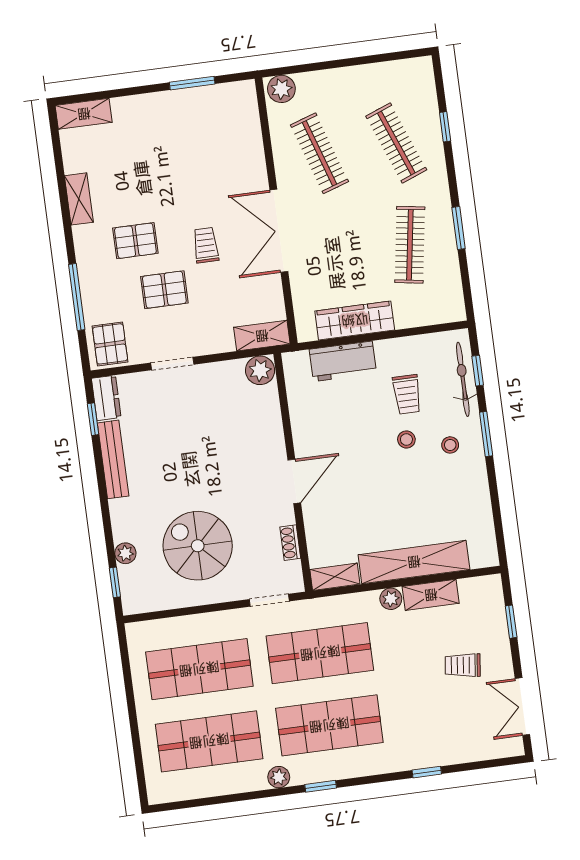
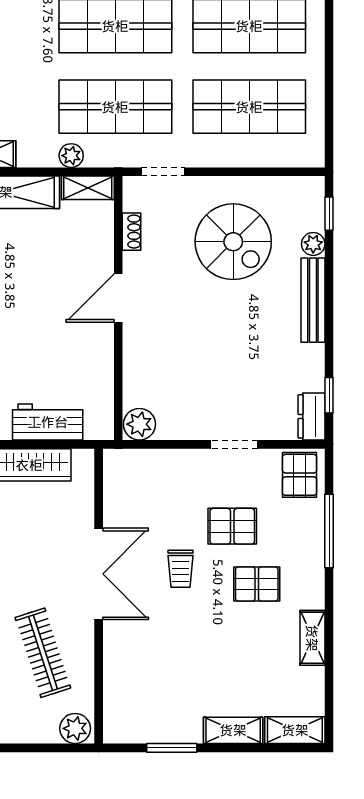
shelving: (262, 336) -> (233, 730), moved
bench: (113, 459) -> (313, 300), moved
plant: (391, 599) -> (71, 156), moved

